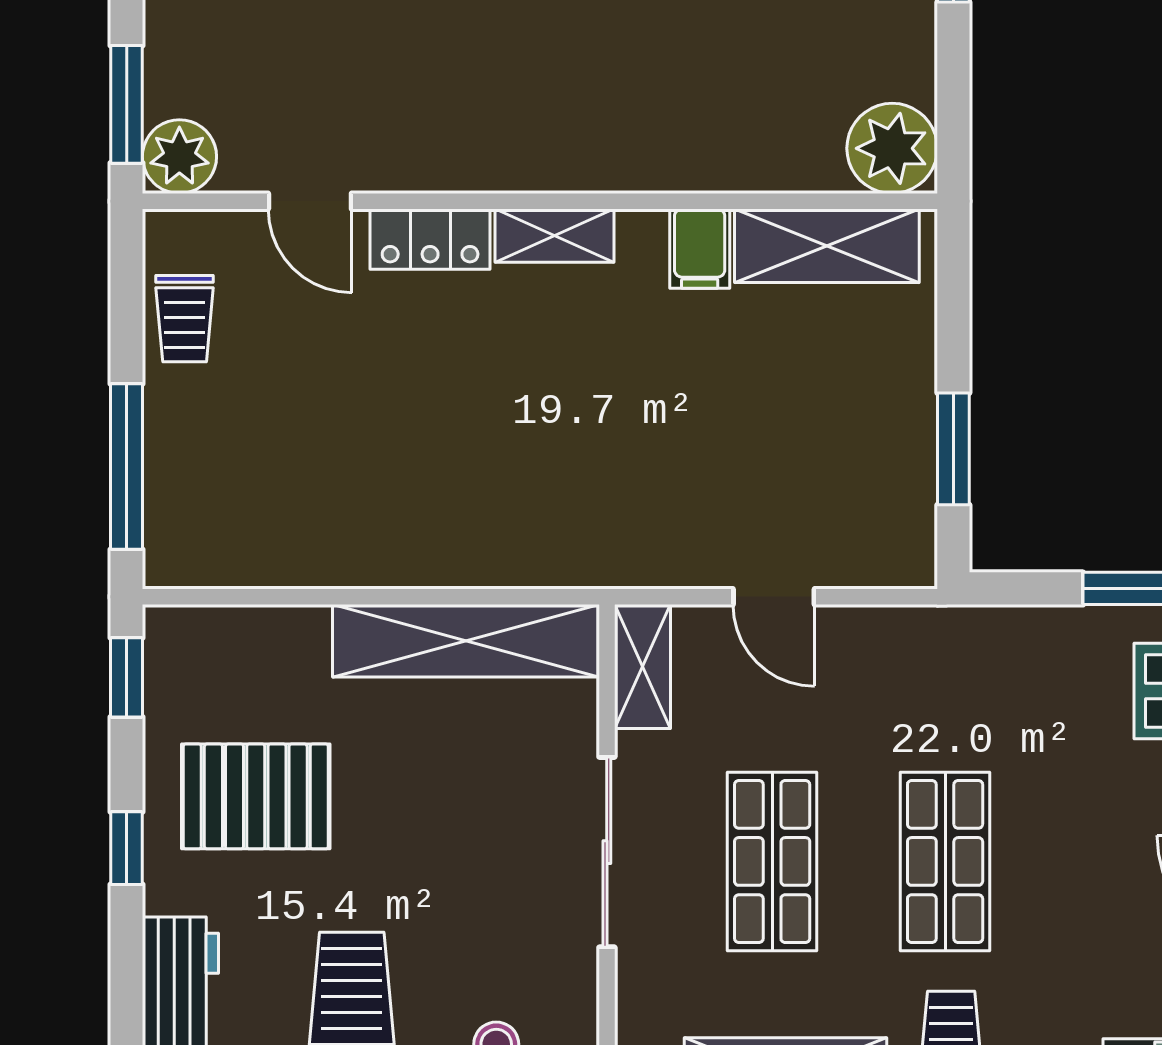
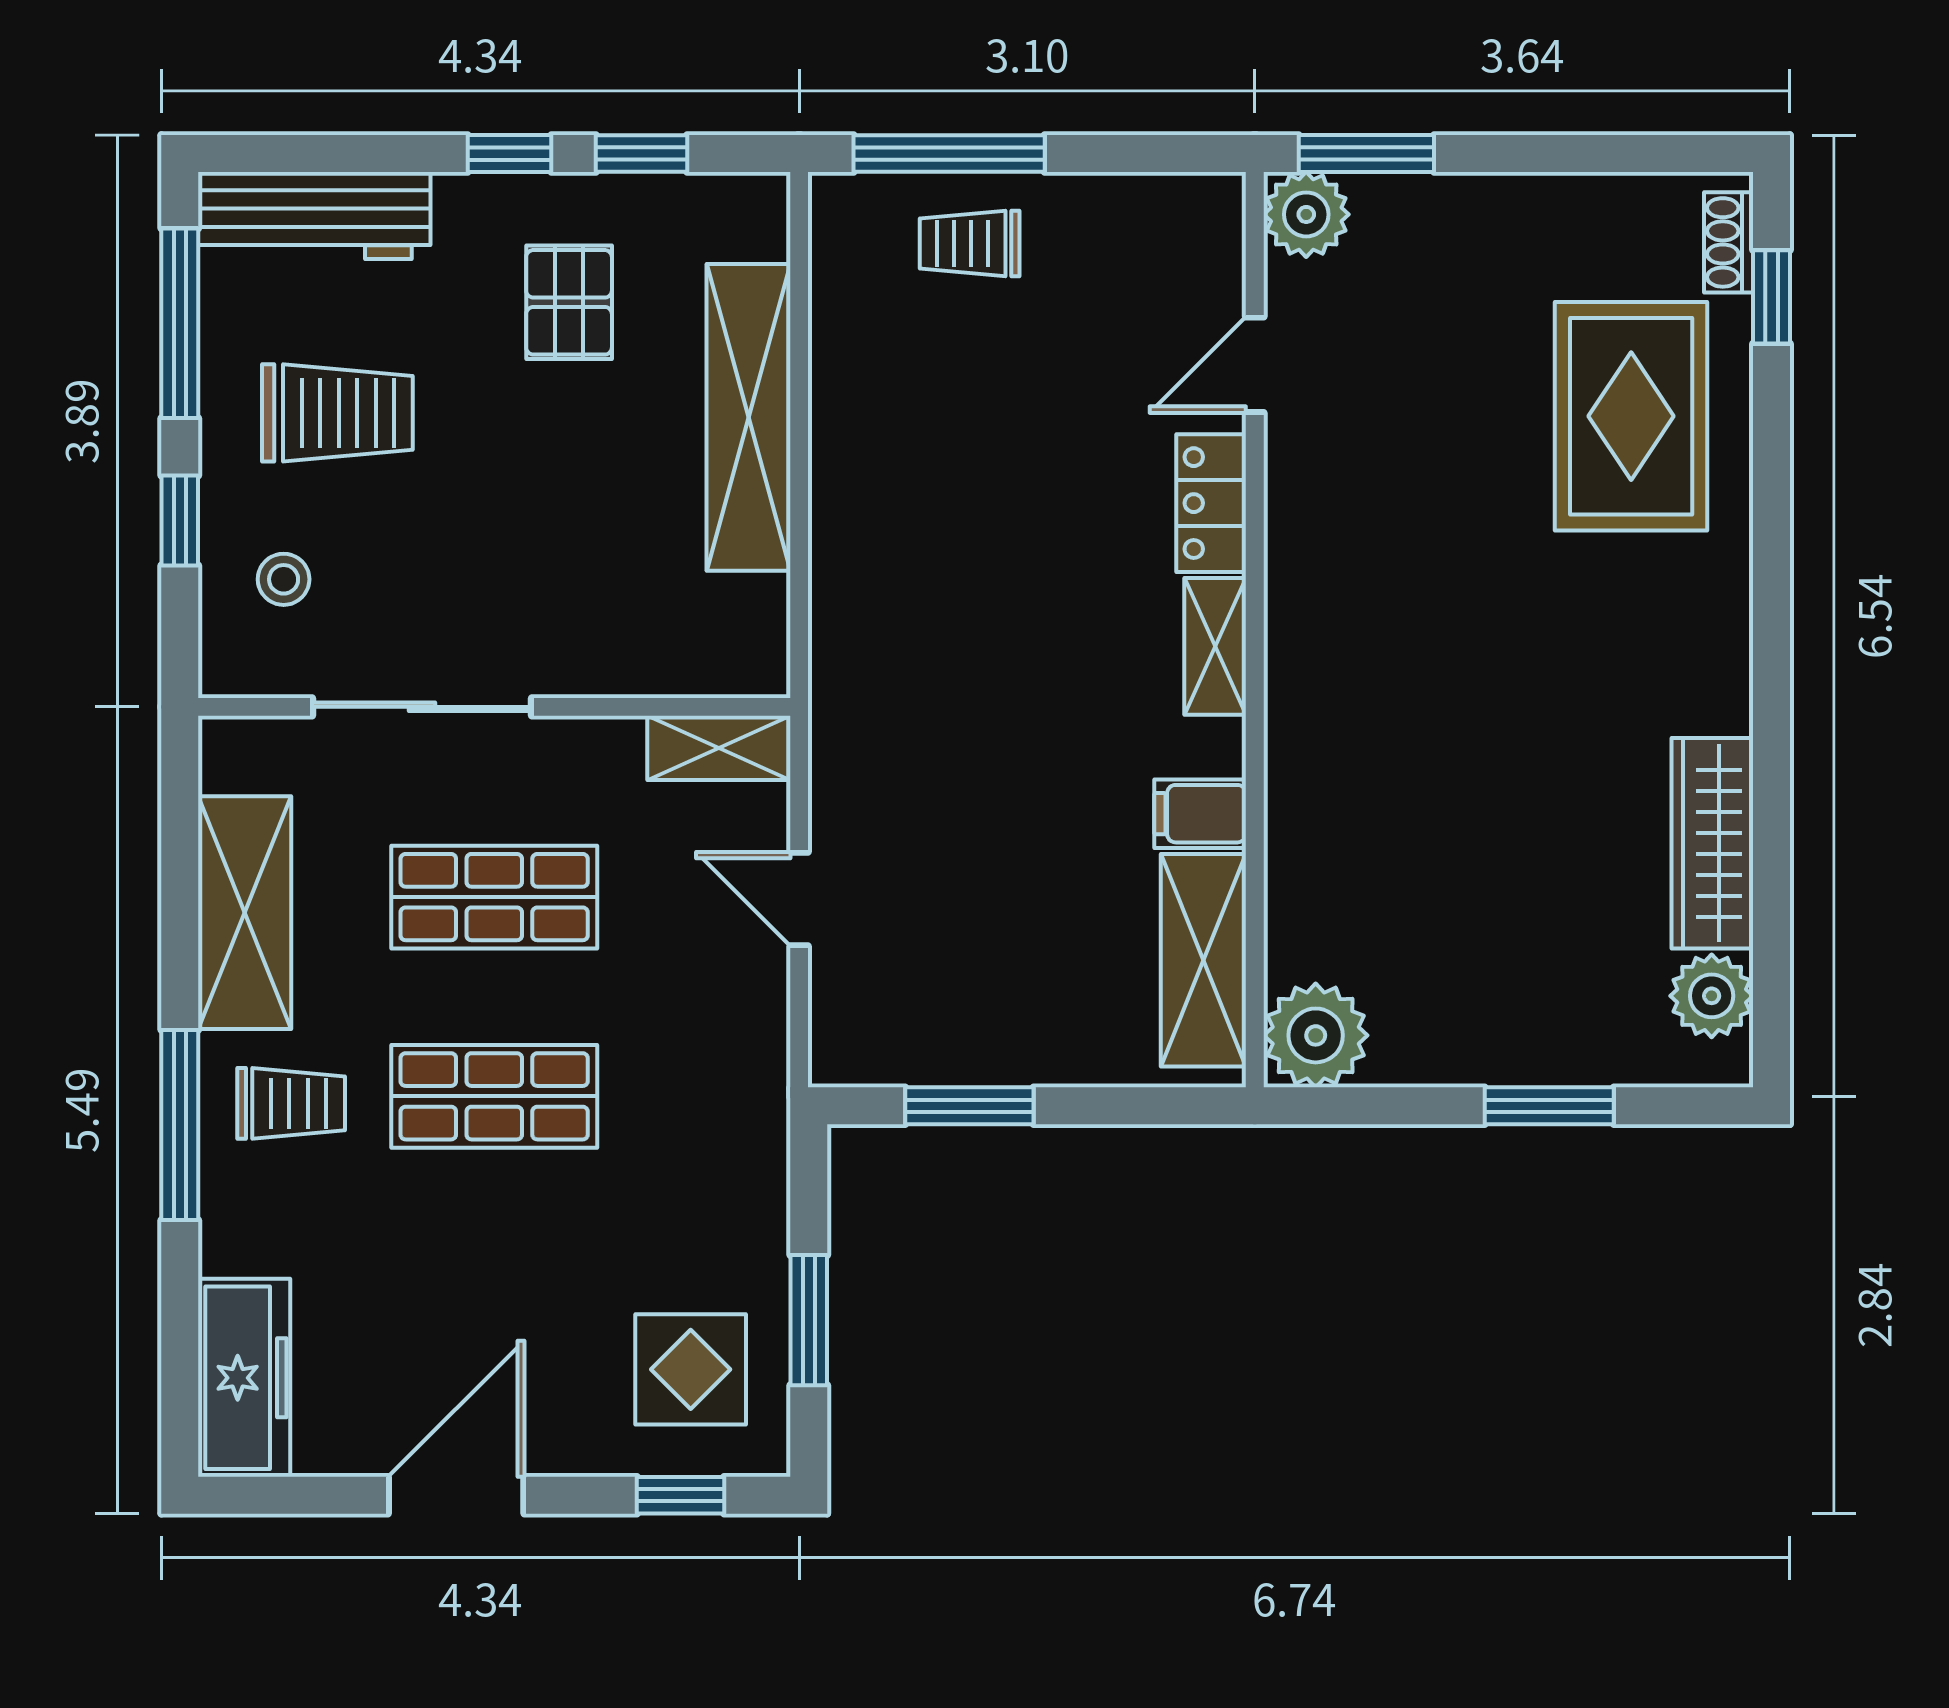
trolley: (185, 319) -> (970, 243), moved
door: (774, 597) -> (799, 899), hinge flipped
shelving: (466, 641) -> (748, 417), moved
window: (127, 677) -> (642, 153), moved
pallet: (256, 796) -> (569, 302), width x0.67, depth x0.71
sliding door: (607, 852) -> (422, 707), moved

